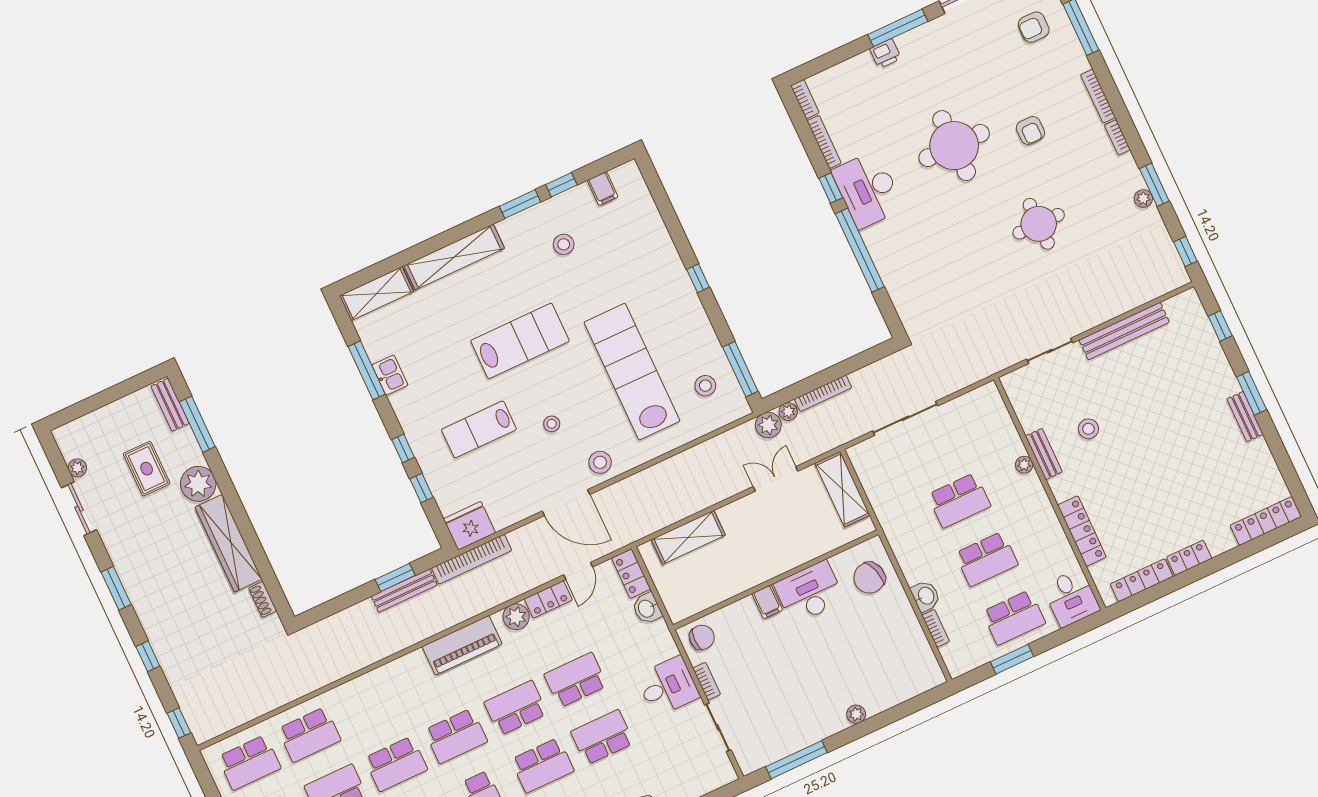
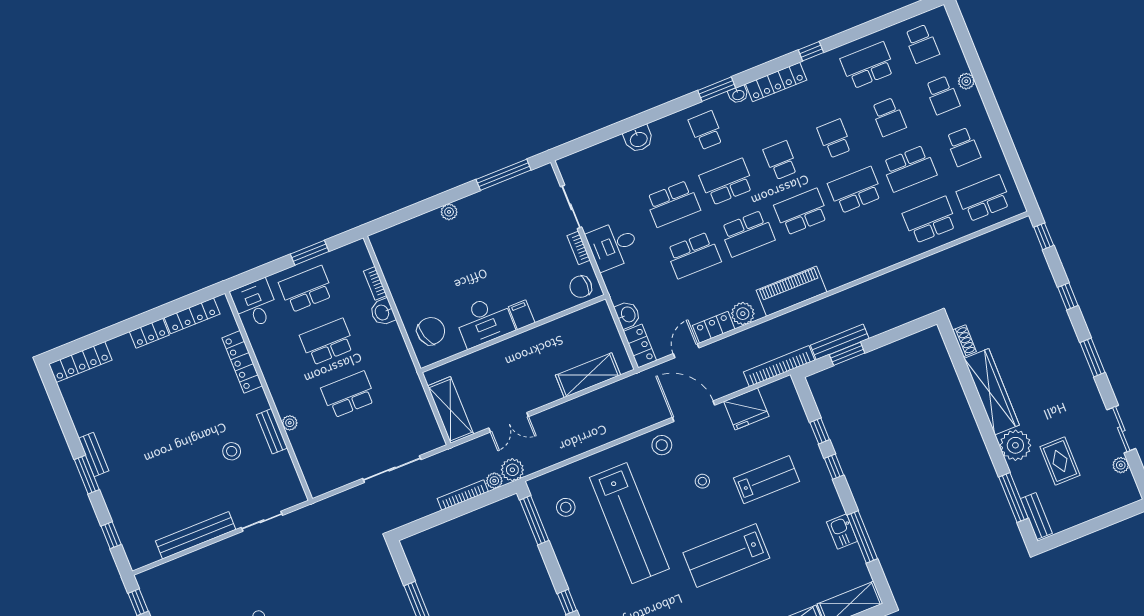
fridge: (469, 526) -> (746, 409), moved

